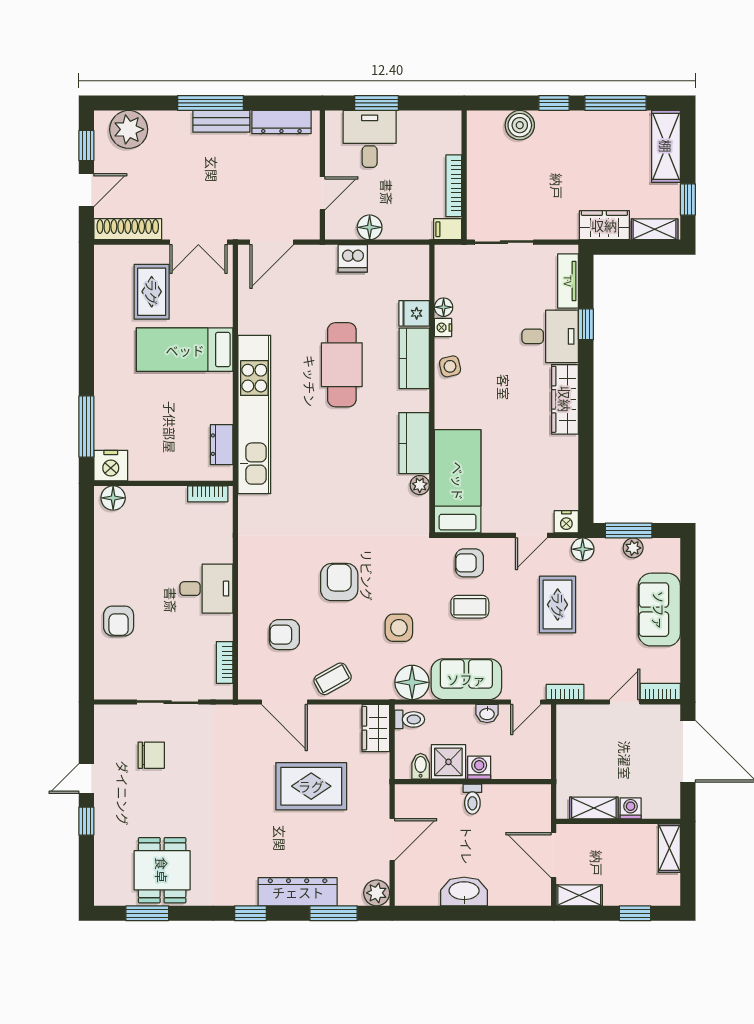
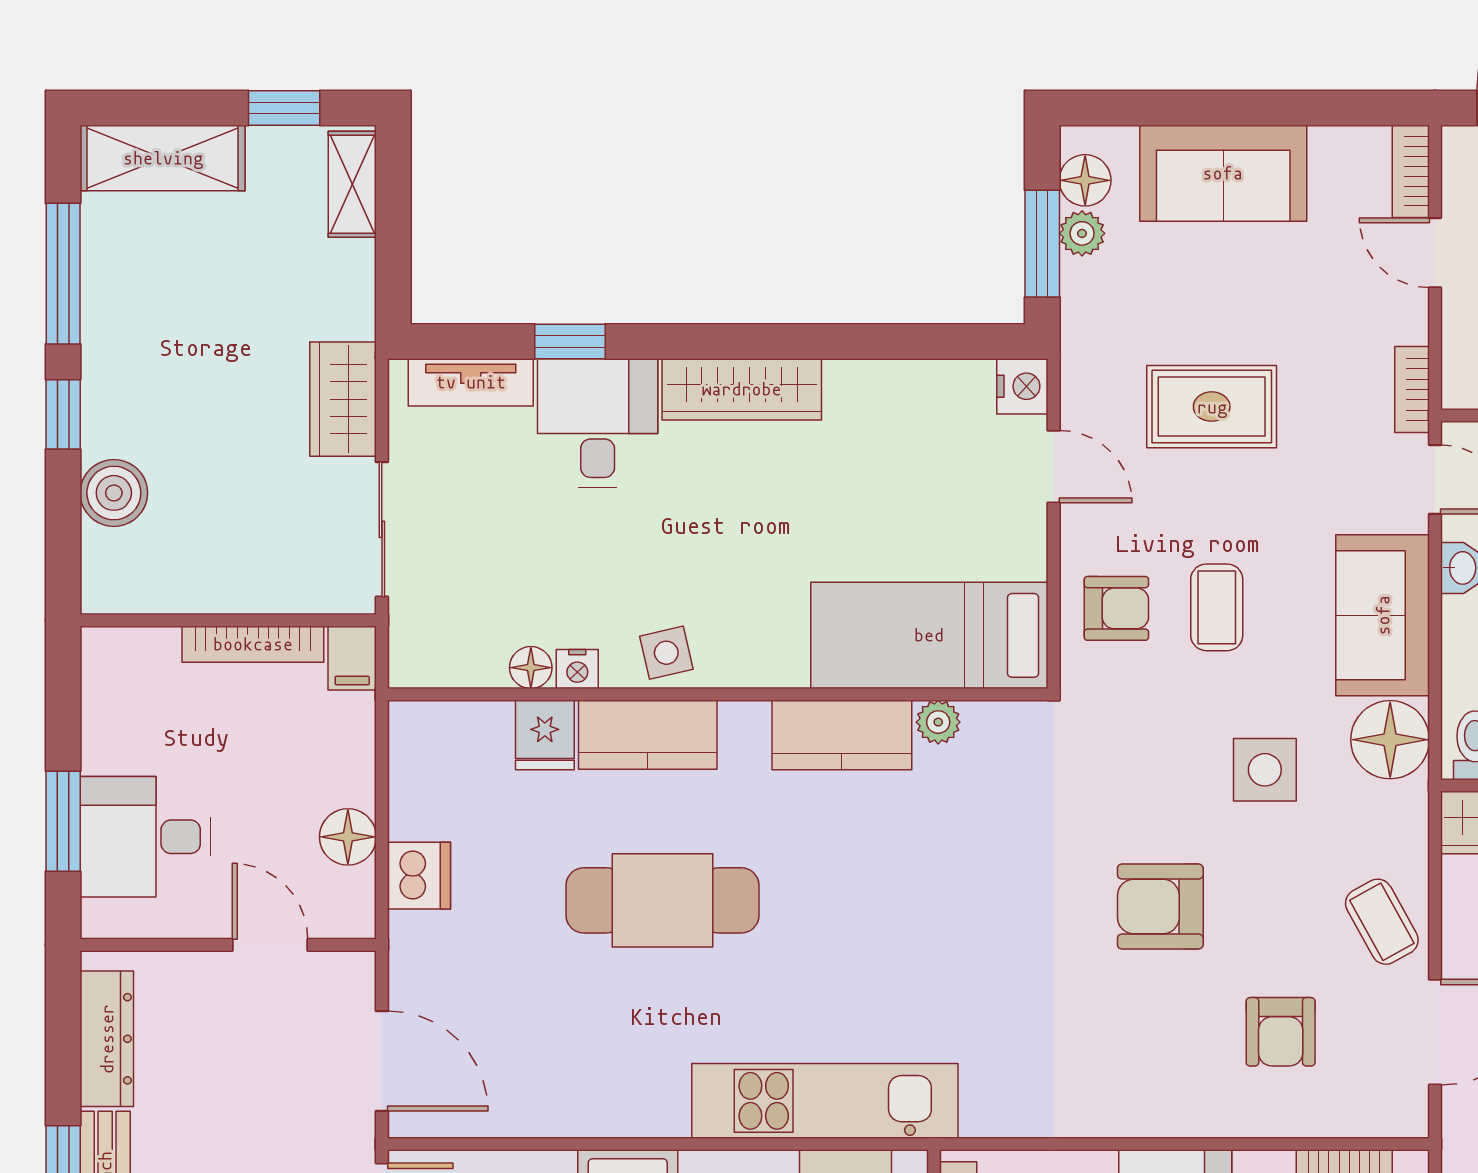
wardrobe: (604, 225) -> (343, 399), moved
kitchen unit: (254, 414) -> (825, 1101), width x0.73
floor lamp: (583, 549) -> (1085, 180), moved
armchair: (469, 563) -> (1116, 608), turned -90

